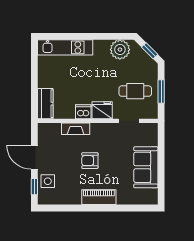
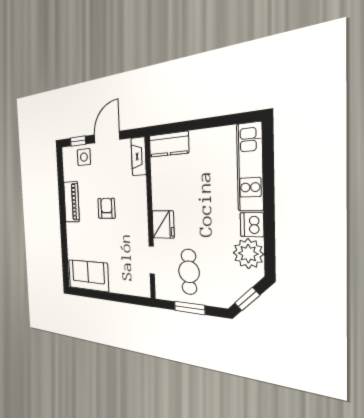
dishwasher: (83, 112) -> (252, 225), moved, turned 180
fireplace: (76, 129) -> (139, 156), moved
sofa: (146, 167) -> (88, 275), moved
piano: (99, 197) -> (71, 202), moved

